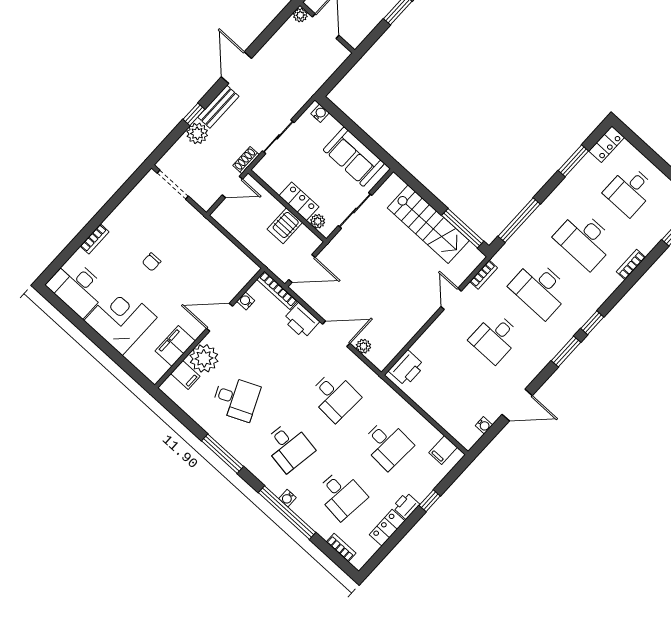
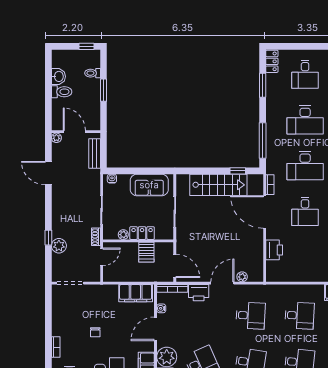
door: (236, 68) -> (48, 173), moved
bench: (218, 107) -> (95, 153), moved
plant: (318, 221) -> (123, 235), moved
window: (463, 228) -> (238, 171), width x0.46
filing cabinet: (233, 259) -> (136, 293), added
door: (302, 269) -> (175, 266), hinge flipped
door: (451, 299) -> (265, 212), width x1.88
printer: (407, 368) -> (274, 250), moved

